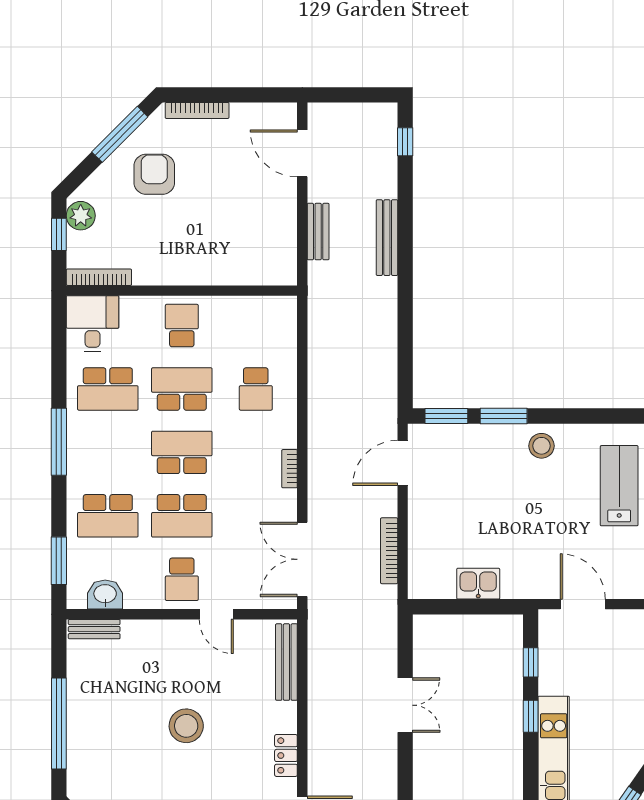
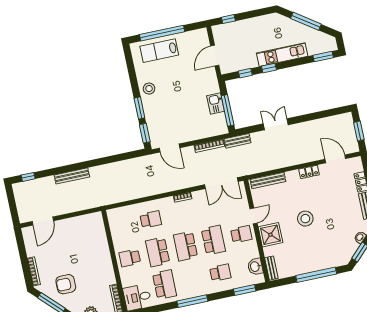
bench: (318, 232) -> (237, 141), moved
school desk: (108, 516) -> (220, 273), width x0.54
window: (458, 607) -> (228, 110), added
shower: (167, 642) -> (270, 235), added

